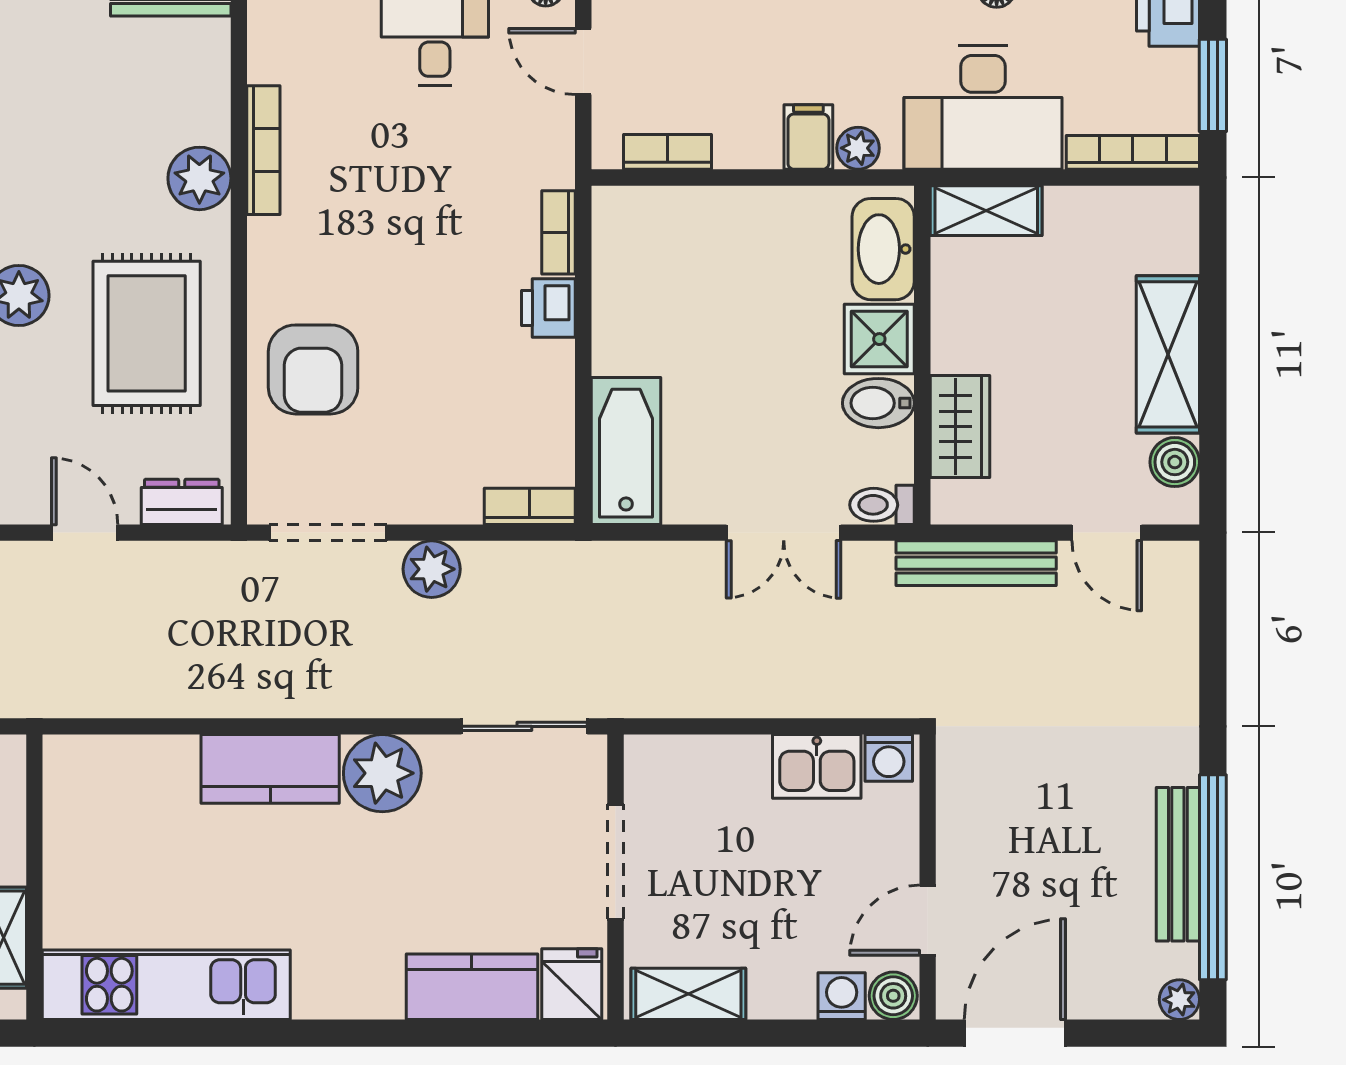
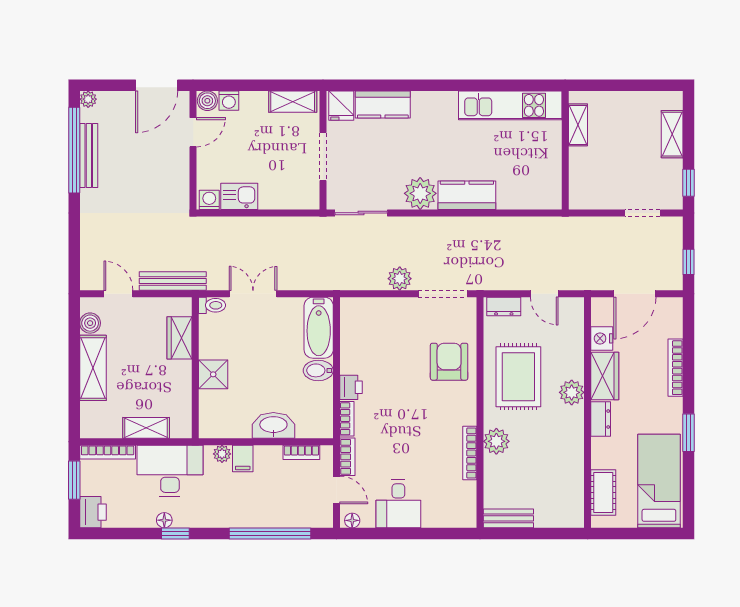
shelving: (986, 211) -> (146, 428), moved
washbasin: (883, 249) -> (273, 425), moved, turned -90
bidet: (878, 403) -> (318, 370), moved, turned 180
bookcase: (530, 506) -> (347, 457), moved, turned -90

